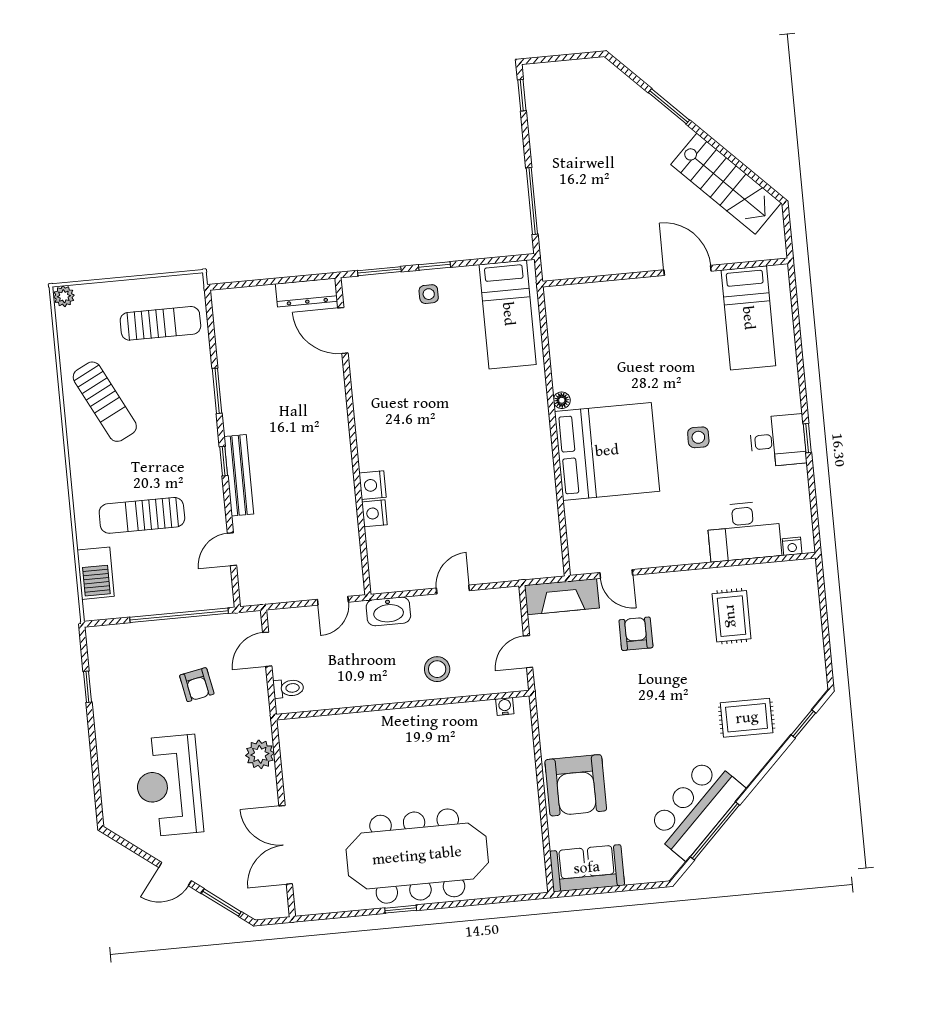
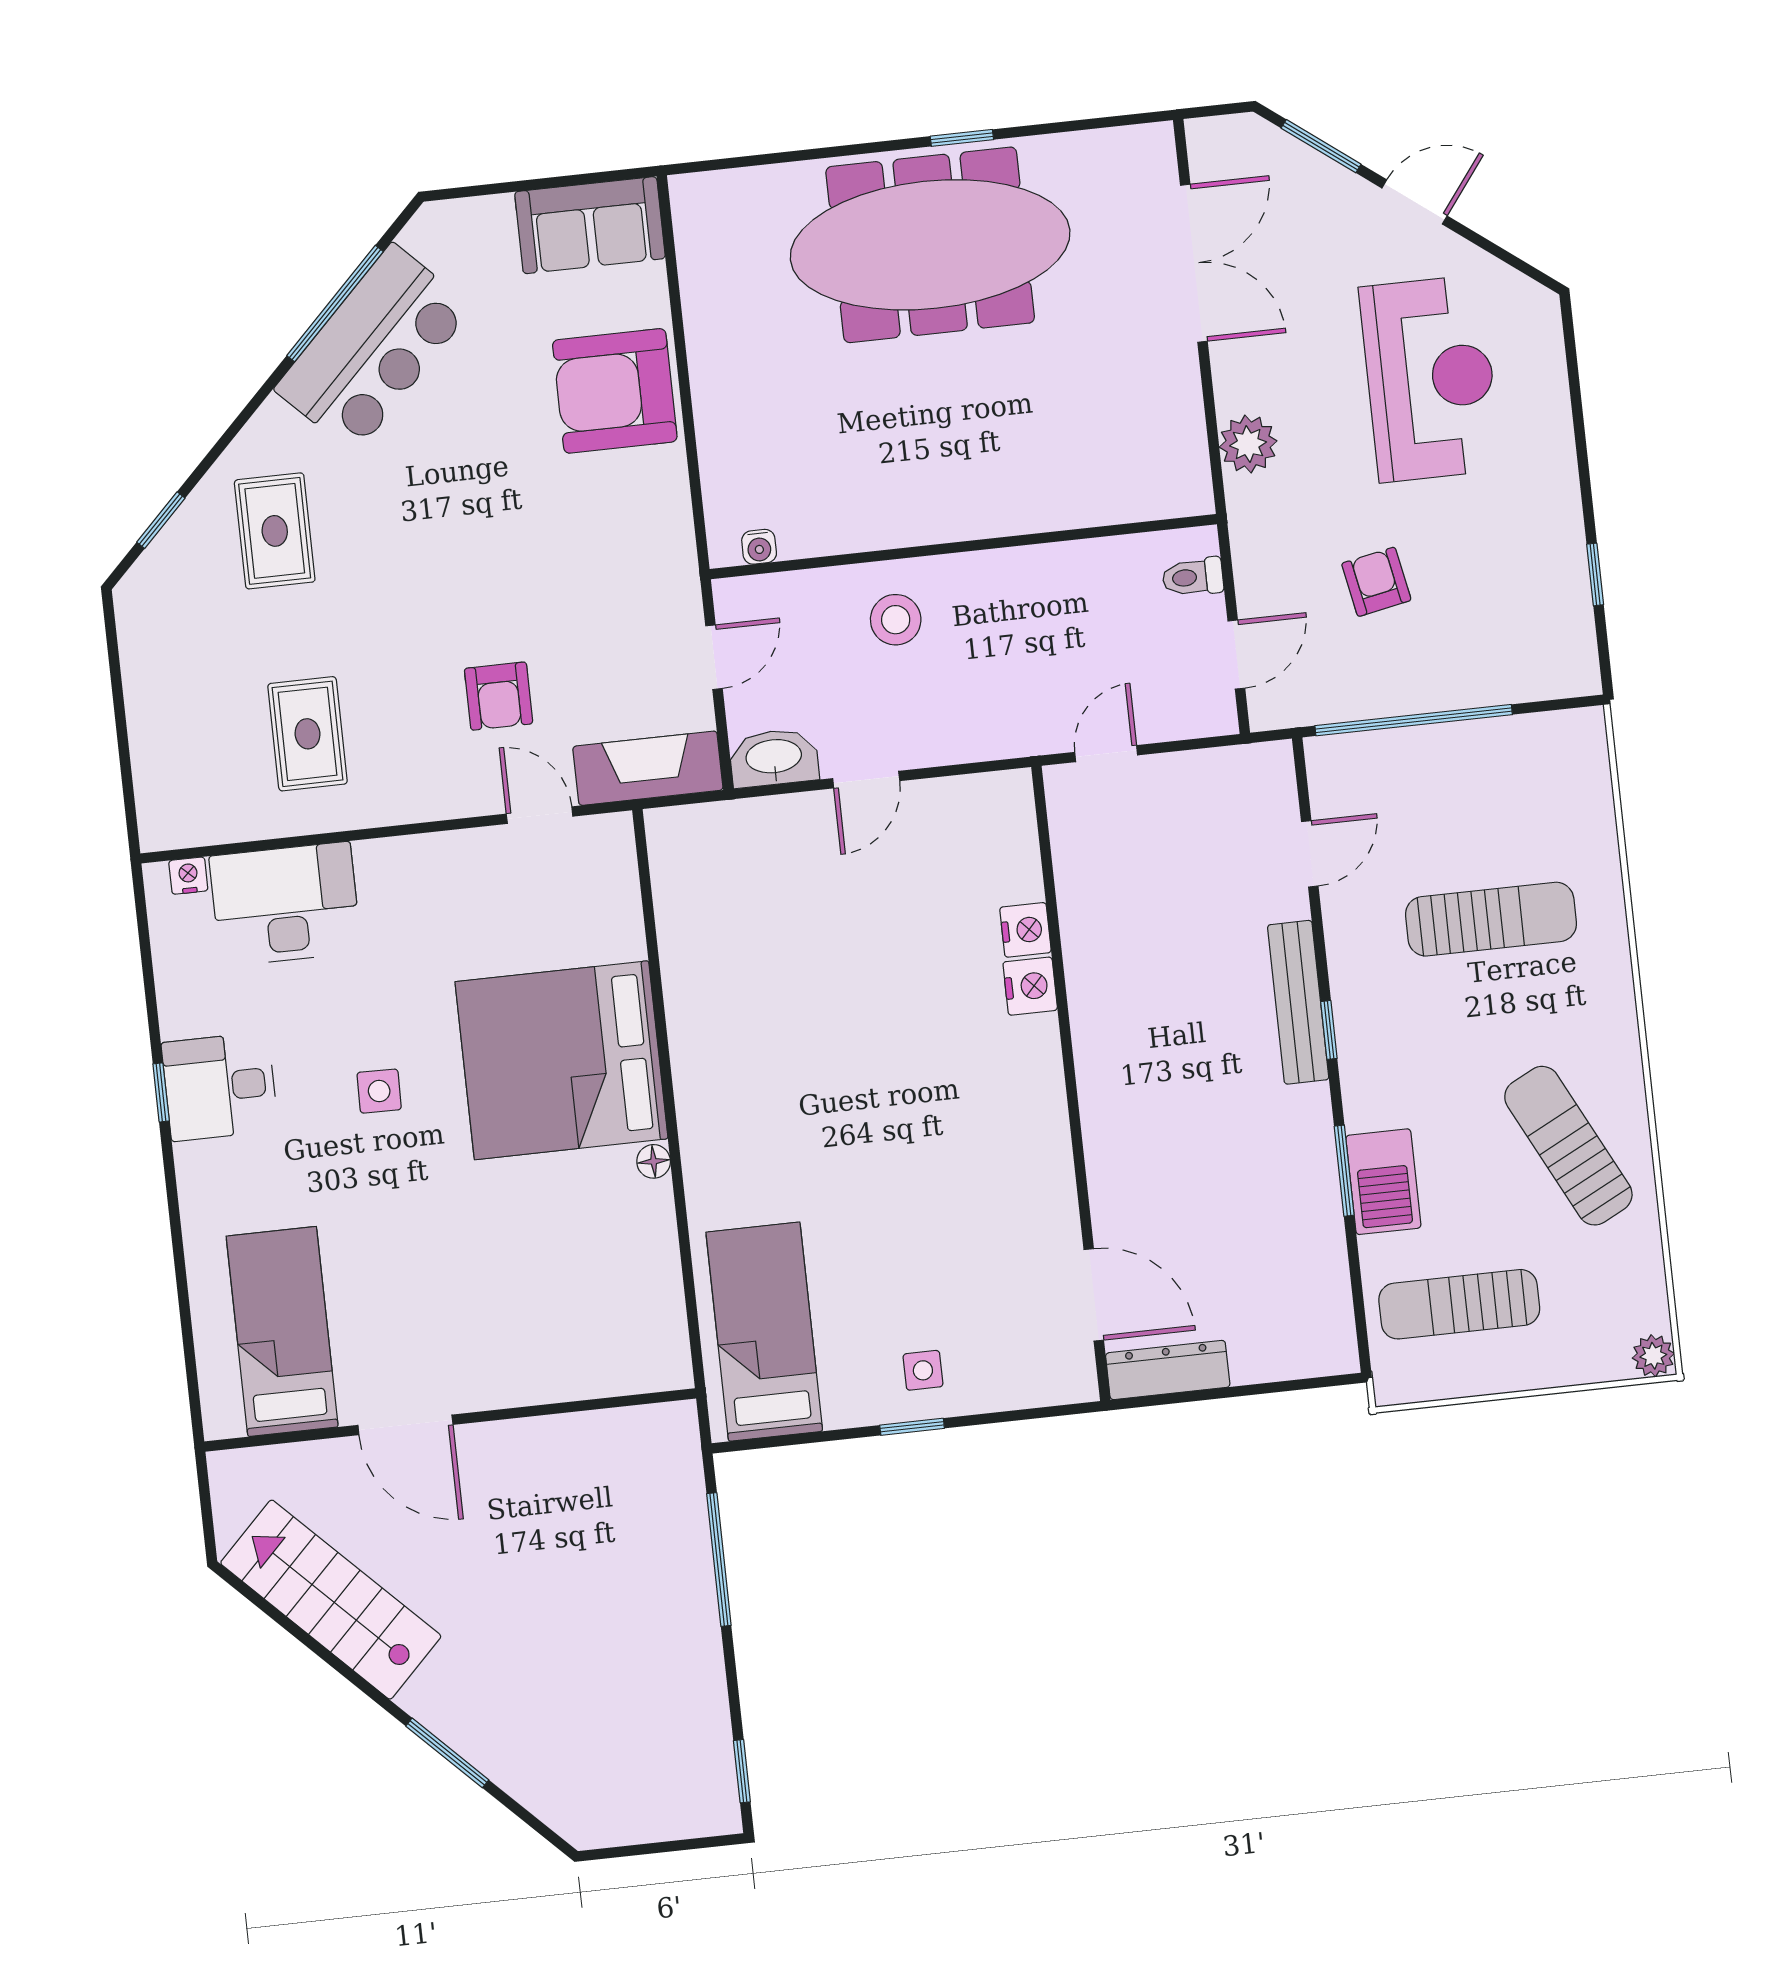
window: (379, 271) -> (1022, 1415), removed
barbecue: (96, 573) -> (1383, 1182), moved, turned 180
washbasin: (388, 611) -> (774, 758), moved
rug: (747, 718) -> (275, 531), turned 90
armchair: (576, 785) -> (615, 391), turned -90

